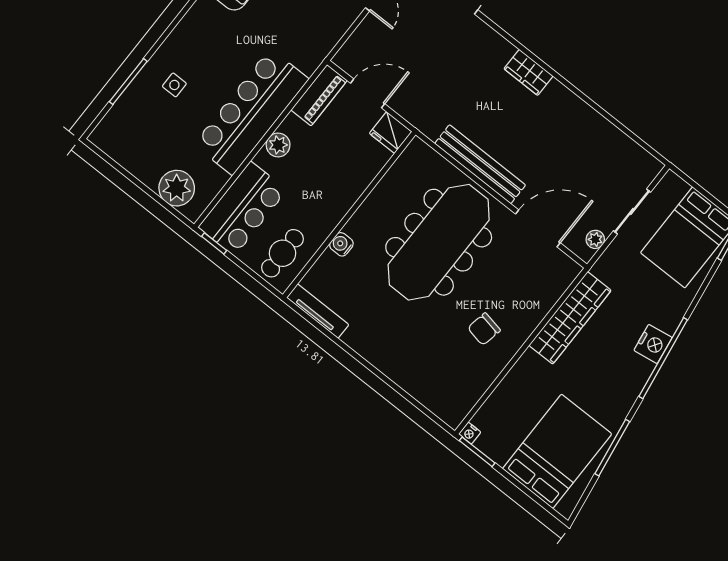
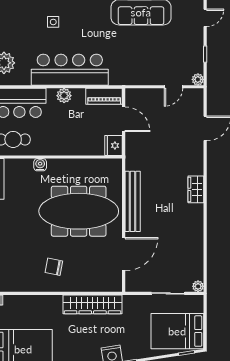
door: (538, 228) -> (124, 254), hinge flipped
plant: (595, 239) -> (198, 286), moved

